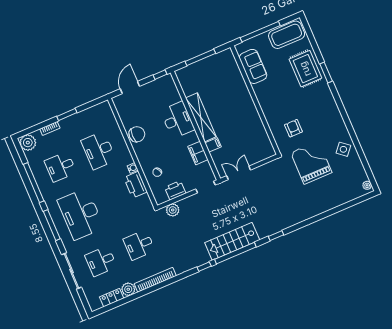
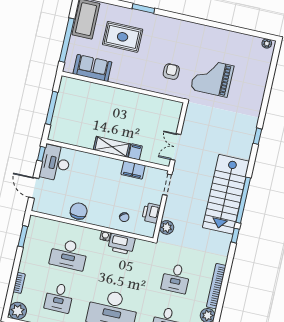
rug: (305, 69) -> (123, 37), moved
window: (67, 114) -> (23, 236), moved
shelving: (201, 117) -> (112, 147), width x0.68
desk: (178, 120) -> (55, 163), moved, turned -90
armchair: (293, 128) -> (171, 72), turned 90
side table: (343, 149) -> (221, 42), removed
window: (276, 236) -> (257, 136), moved
stairs: (232, 241) -> (226, 194), width x1.36, depth x1.51

